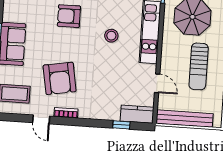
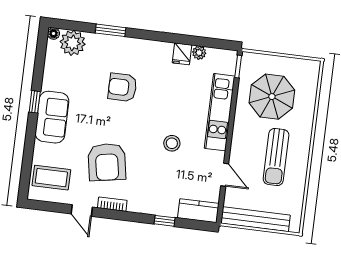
stool: (111, 36) -> (172, 143), moved
window: (121, 125) -> (165, 221), moved

